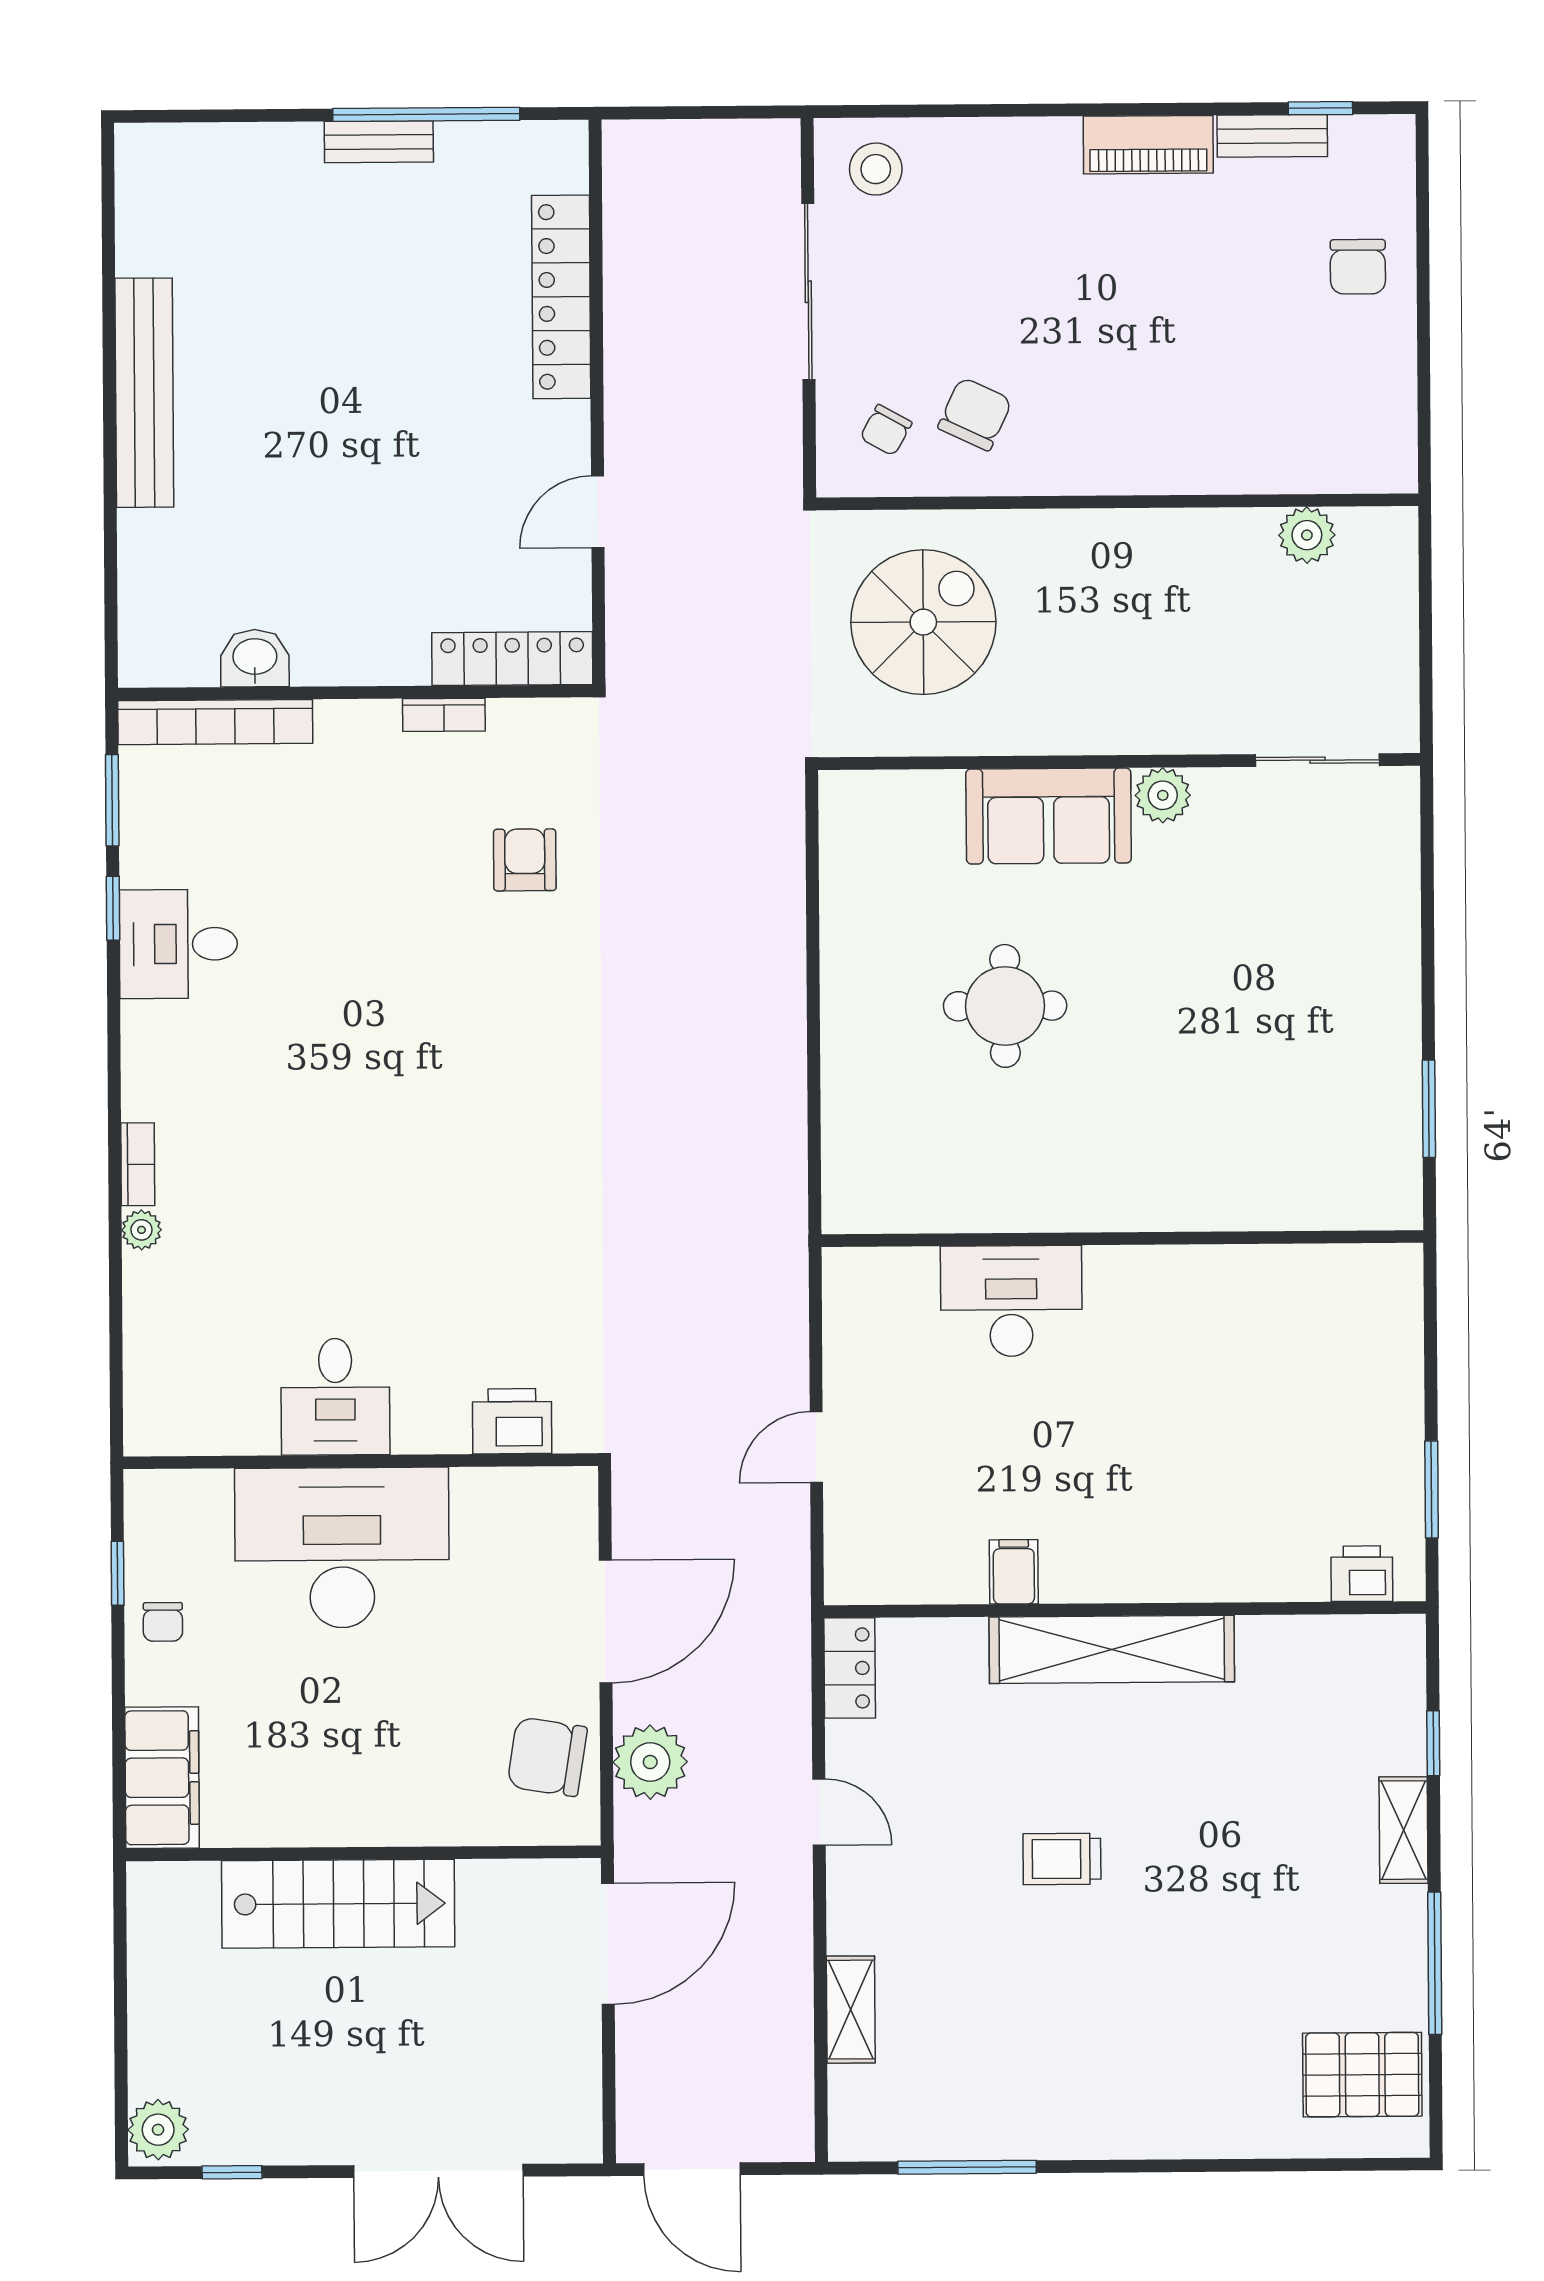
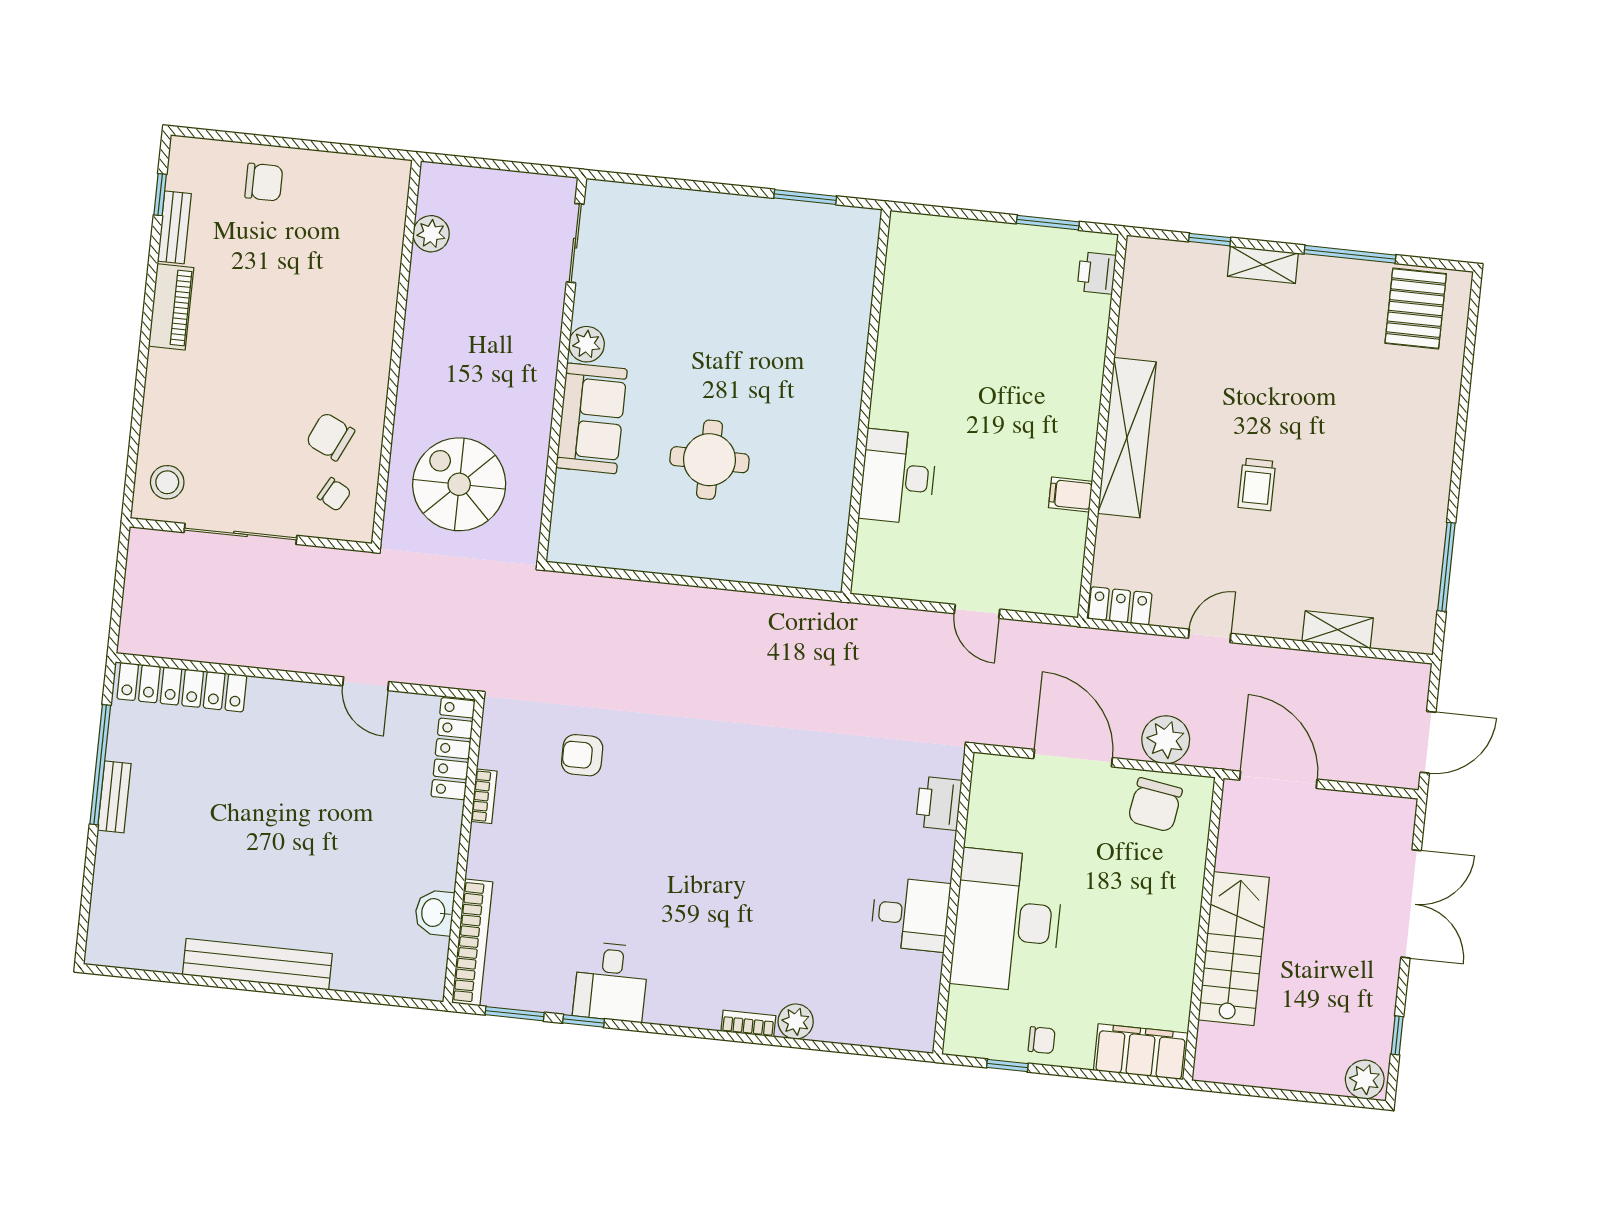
locker: (561, 297) -> (182, 687), moved
plant: (141, 1230) -> (796, 1021), width x1.38, depth x1.38

